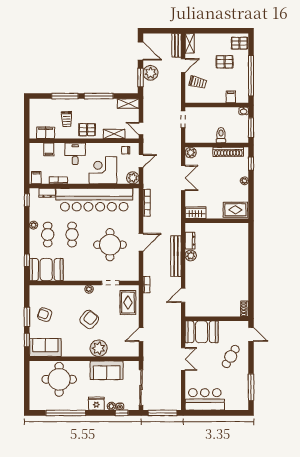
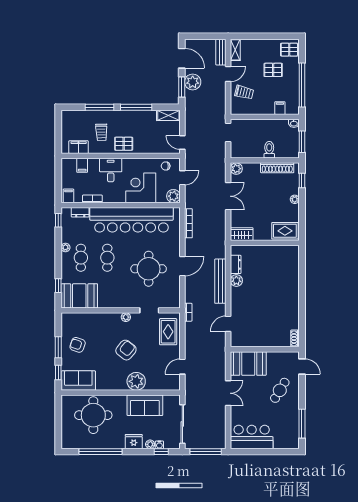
shelving: (114, 134) -> (153, 148), removed

